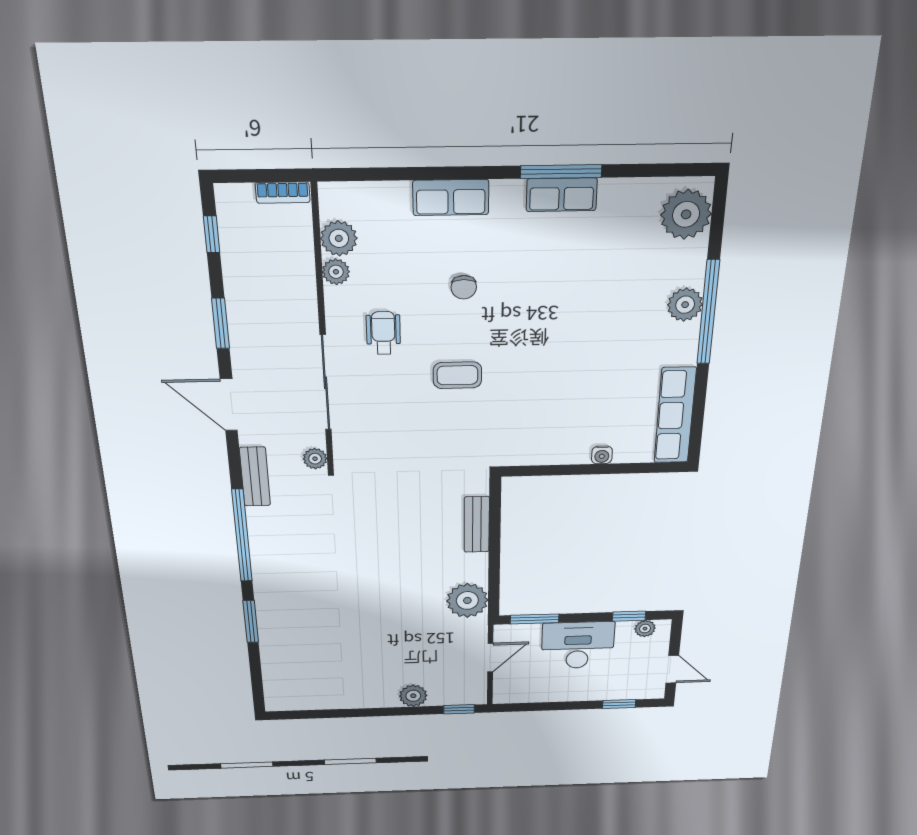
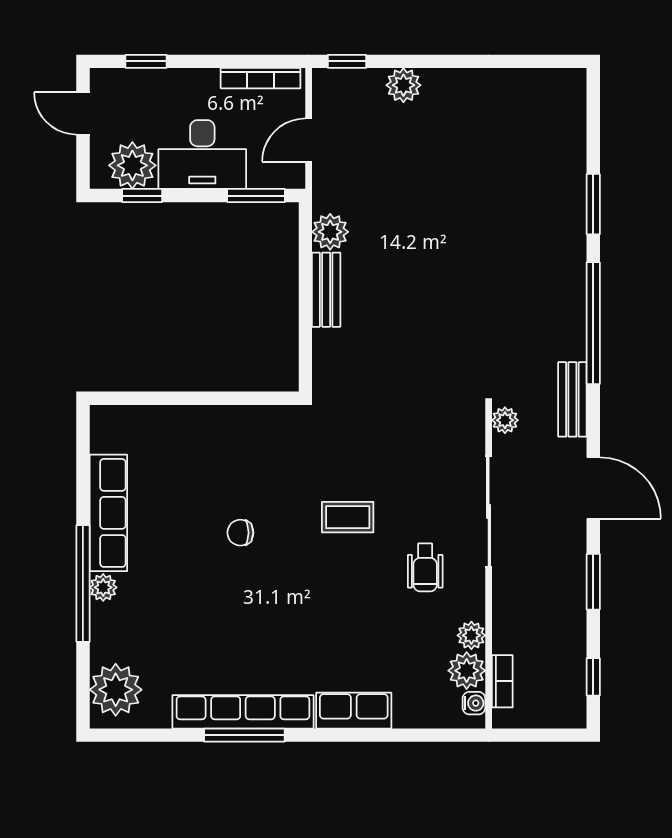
bookcase: (283, 193) -> (502, 681), moved, turned 90
row of seats: (562, 195) -> (243, 712), width x2.02
chair: (464, 287) -> (240, 533), moved, turned -90
plant: (685, 305) -> (103, 587), width x0.73, depth x0.73
row of seats: (675, 415) -> (108, 513), moved
water cooler: (602, 455) -> (474, 703), moved, turned 90
bench: (477, 524) -> (326, 290), moved
plant: (467, 600) -> (330, 232), width x0.73, depth x0.73
plant: (645, 629) -> (132, 165), width x1.88, depth x1.88
bookcase: (528, 696) -> (261, 78), added

